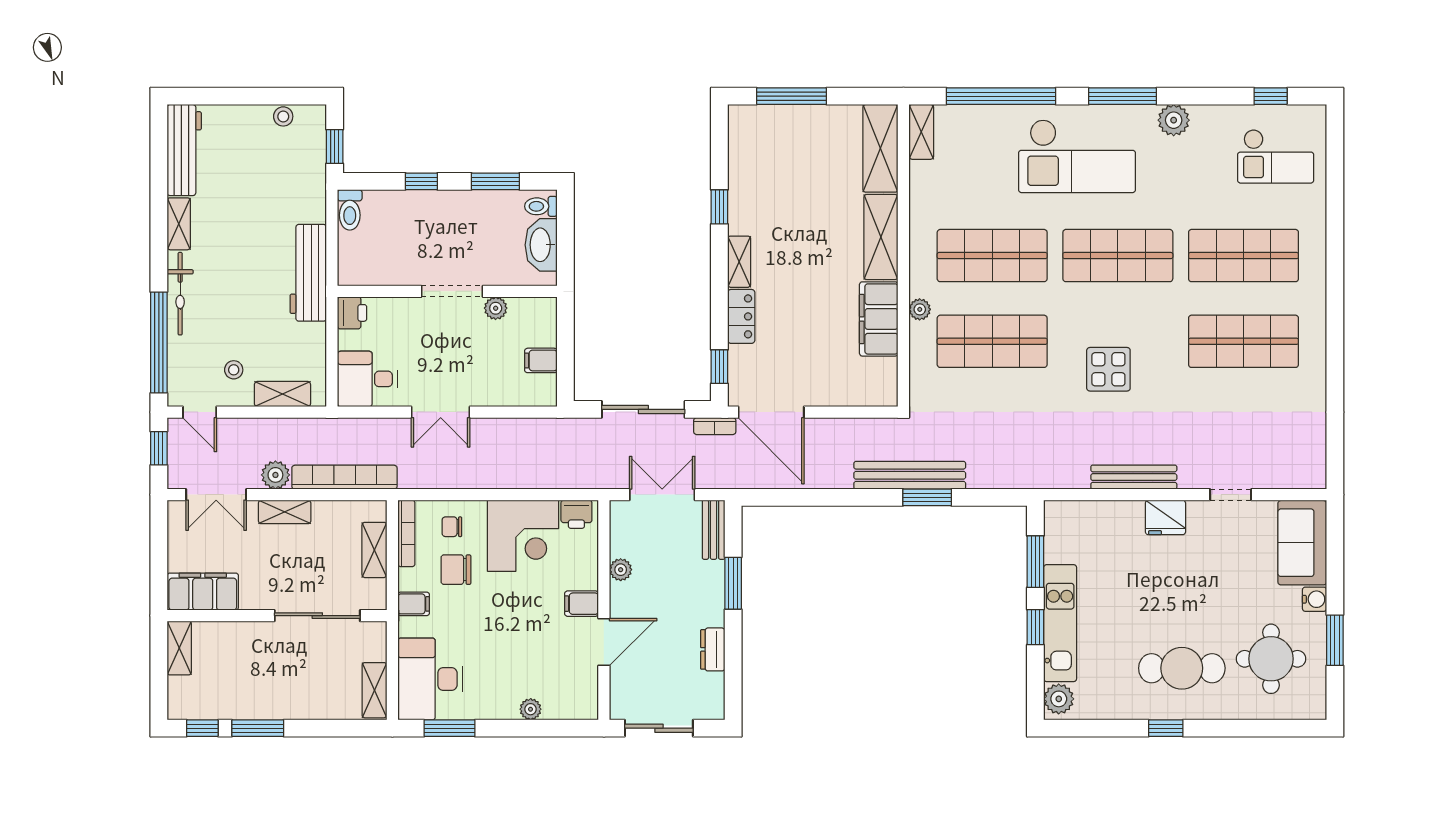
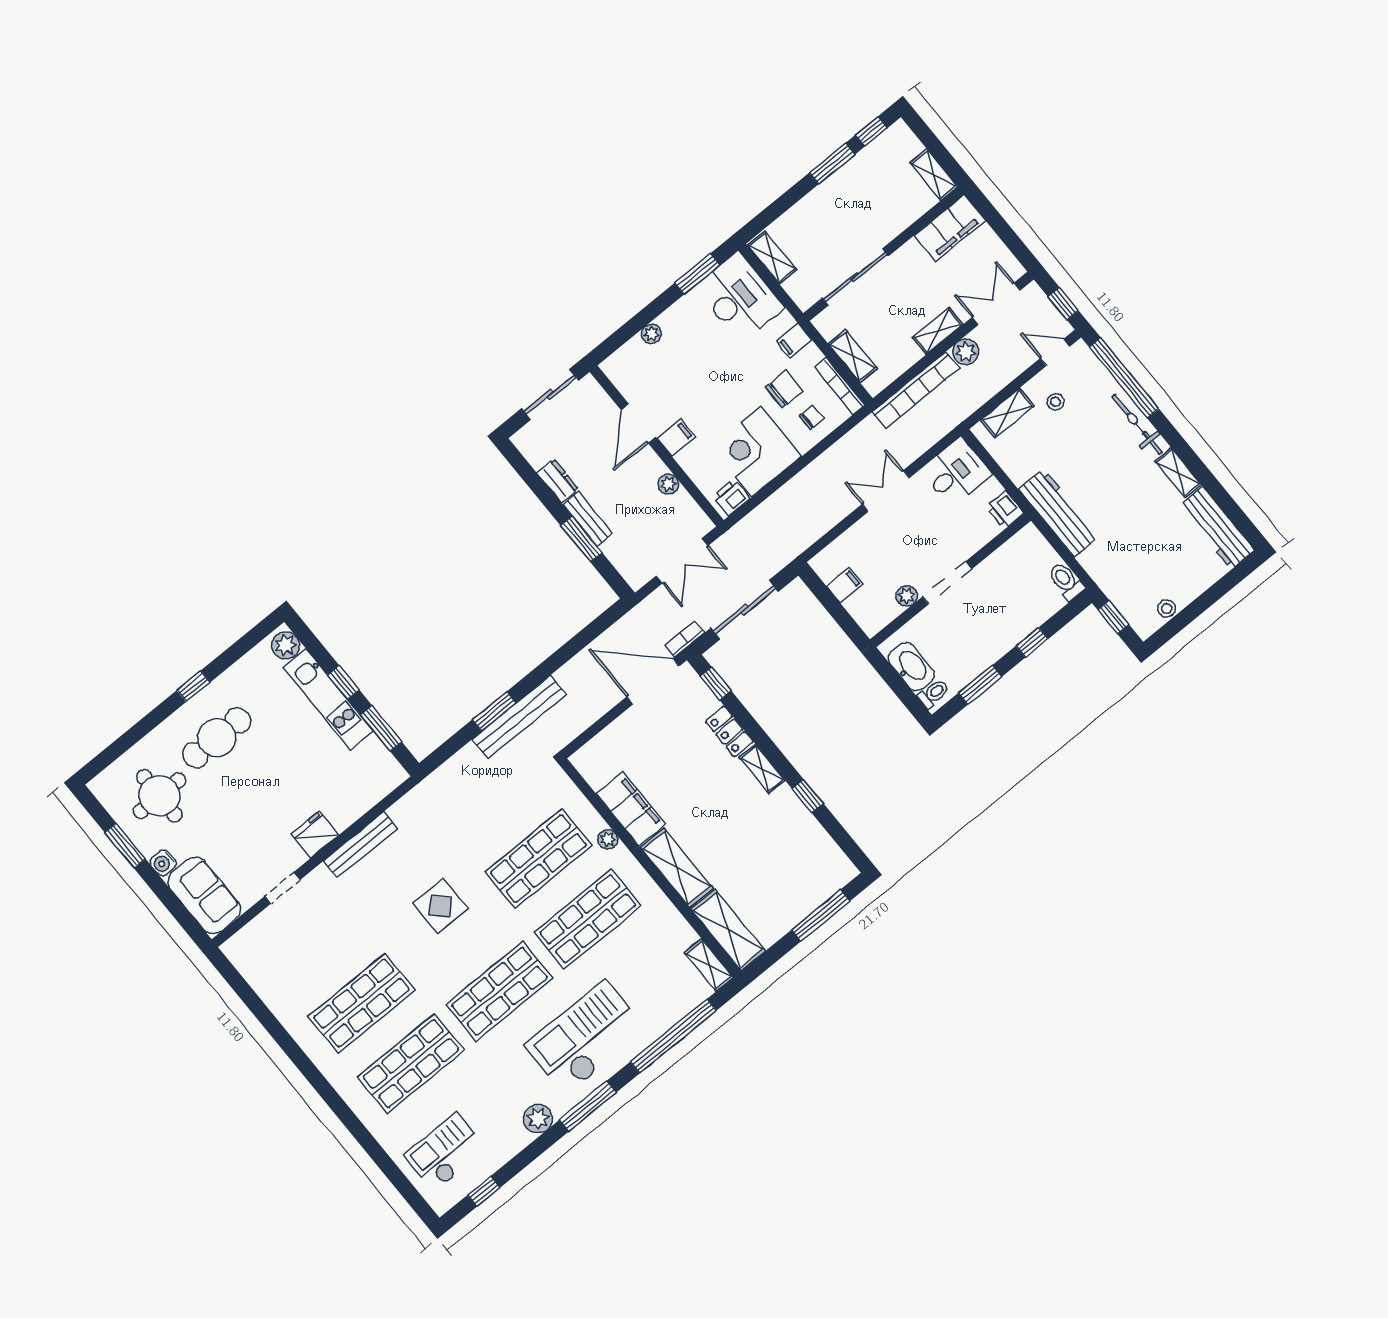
bench: (714, 530) -> (588, 519), moved

